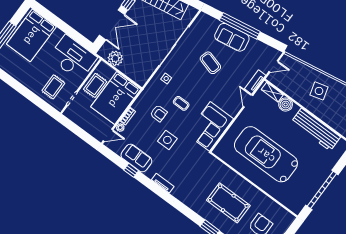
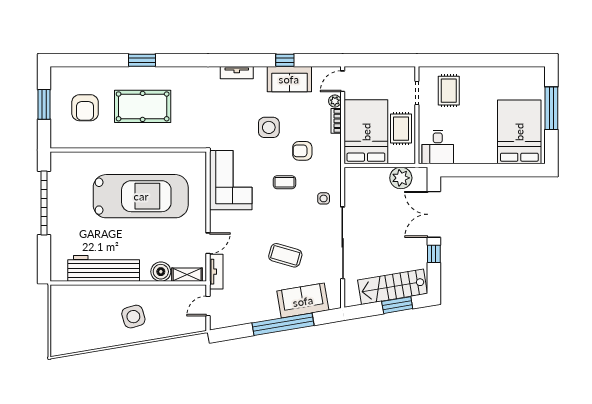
sofa: (232, 37) -> (303, 301), moved
desk: (73, 58) -> (438, 147), width x0.53, depth x0.77
door: (248, 101) -> (208, 243), hinge flipped

